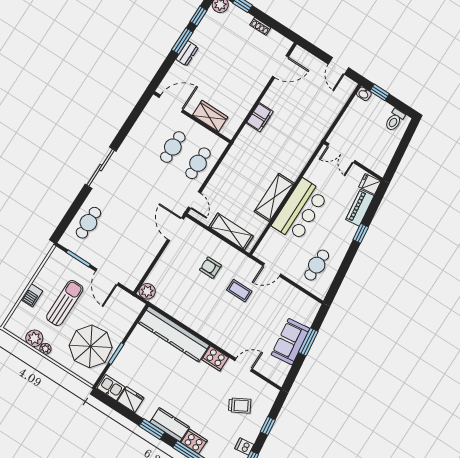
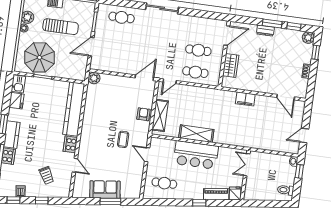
door: (171, 104) -> (227, 36), hinge flipped
armchair: (210, 268) -> (143, 114), moved

